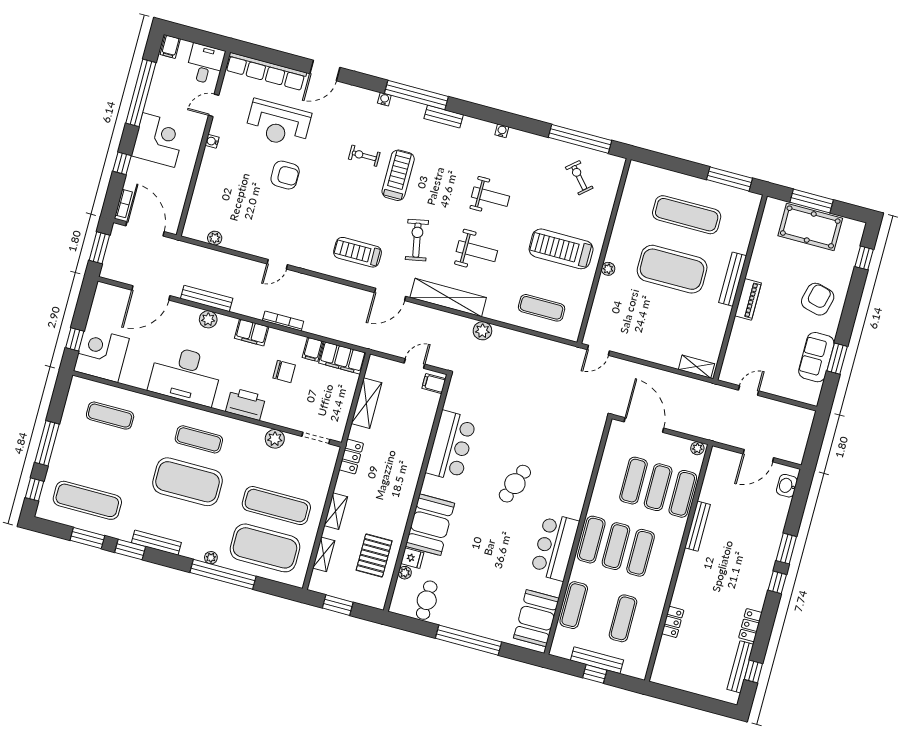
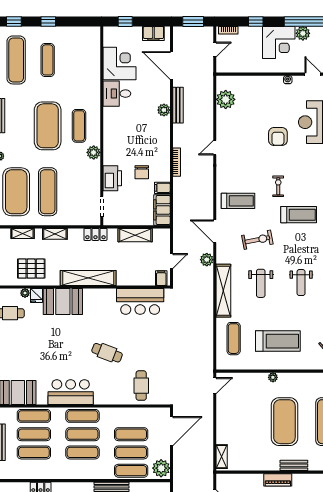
plant: (155, 104) -> (303, 33), added
exercise bike: (364, 156) -> (278, 186), moved
door: (145, 229) -> (215, 50), width x0.53
plant: (215, 238) -> (226, 99), width x1.87, depth x1.87
treadmill: (561, 249) -> (278, 341), turned 90
treadmill: (358, 252) -> (238, 201), turned 90
door: (277, 264) -> (215, 148), hinge flipped
bench: (733, 279) -> (294, 465), width x0.73
shelving: (448, 297) -> (223, 291), moved
plant: (482, 331) -> (207, 260), moved
filing cabinet: (252, 332) -> (153, 33), moved, turned -90
door: (598, 350) -> (215, 386), swing flipped
corner desk: (101, 355) -> (120, 63), moved
door: (414, 364) -> (171, 261), hinge flipped
desk: (185, 375) -> (117, 94), width x0.53, depth x0.77
printer: (246, 404) -> (112, 178), moved
exercise mat: (110, 416) -> (48, 60), moved
plant: (275, 439) -> (94, 152), moved
window: (47, 443) -> (48, 21), width x0.46
bar counter: (451, 446) -> (140, 301), moved
plant: (697, 448) -> (161, 468), width x1.88, depth x1.88
cafe table: (572, 449) -> (141, 386), added
shelving: (407, 482) -> (88, 278), added
exercise mat: (598, 612) -> (34, 434), added

